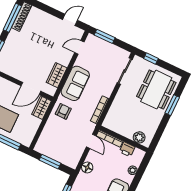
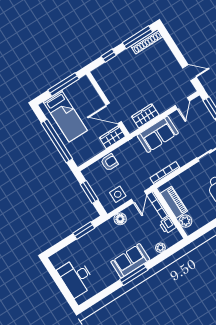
door: (79, 47) -> (182, 103), swing flipped
armchair: (63, 111) -> (109, 162), moved
piano: (121, 128) -> (174, 202), added
side table: (73, 150) -> (118, 194), added

